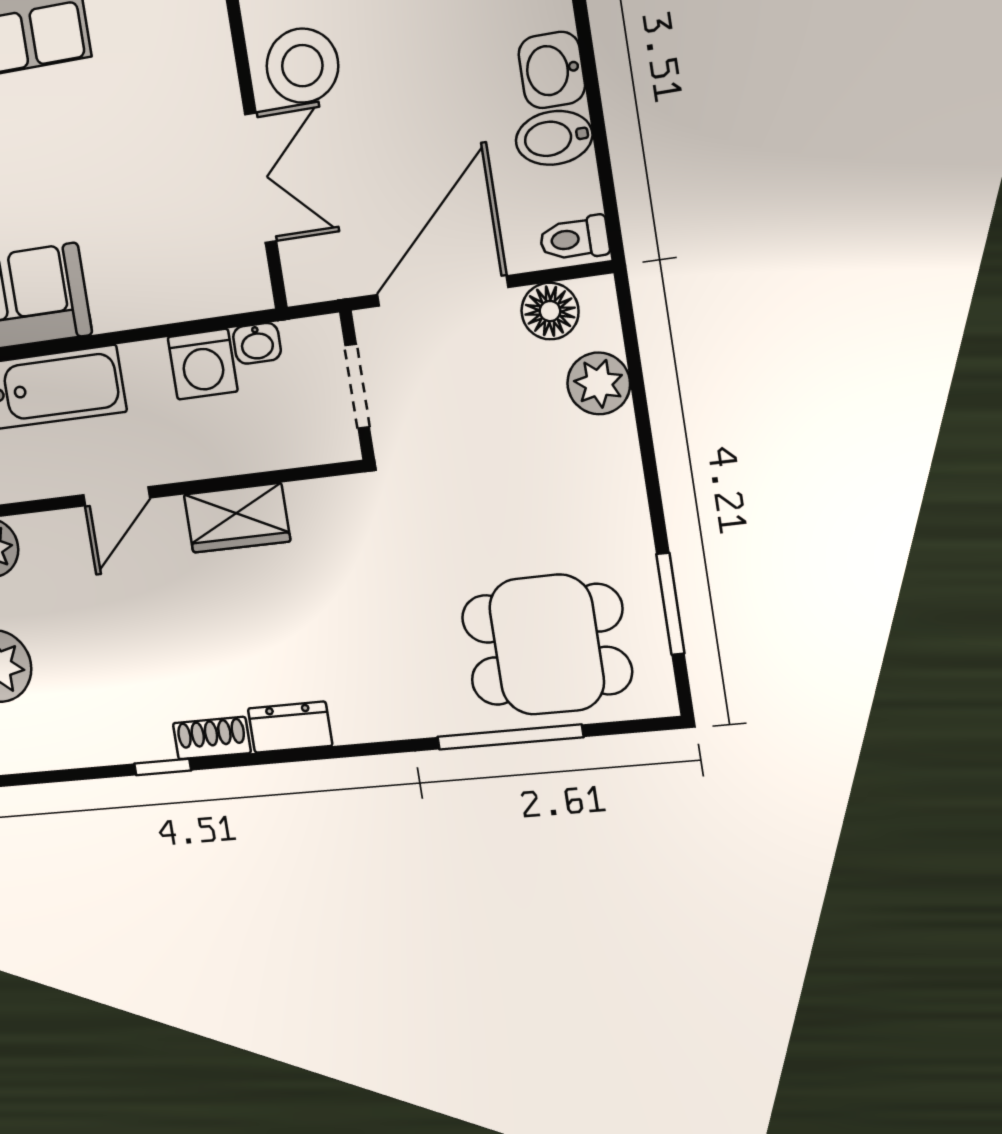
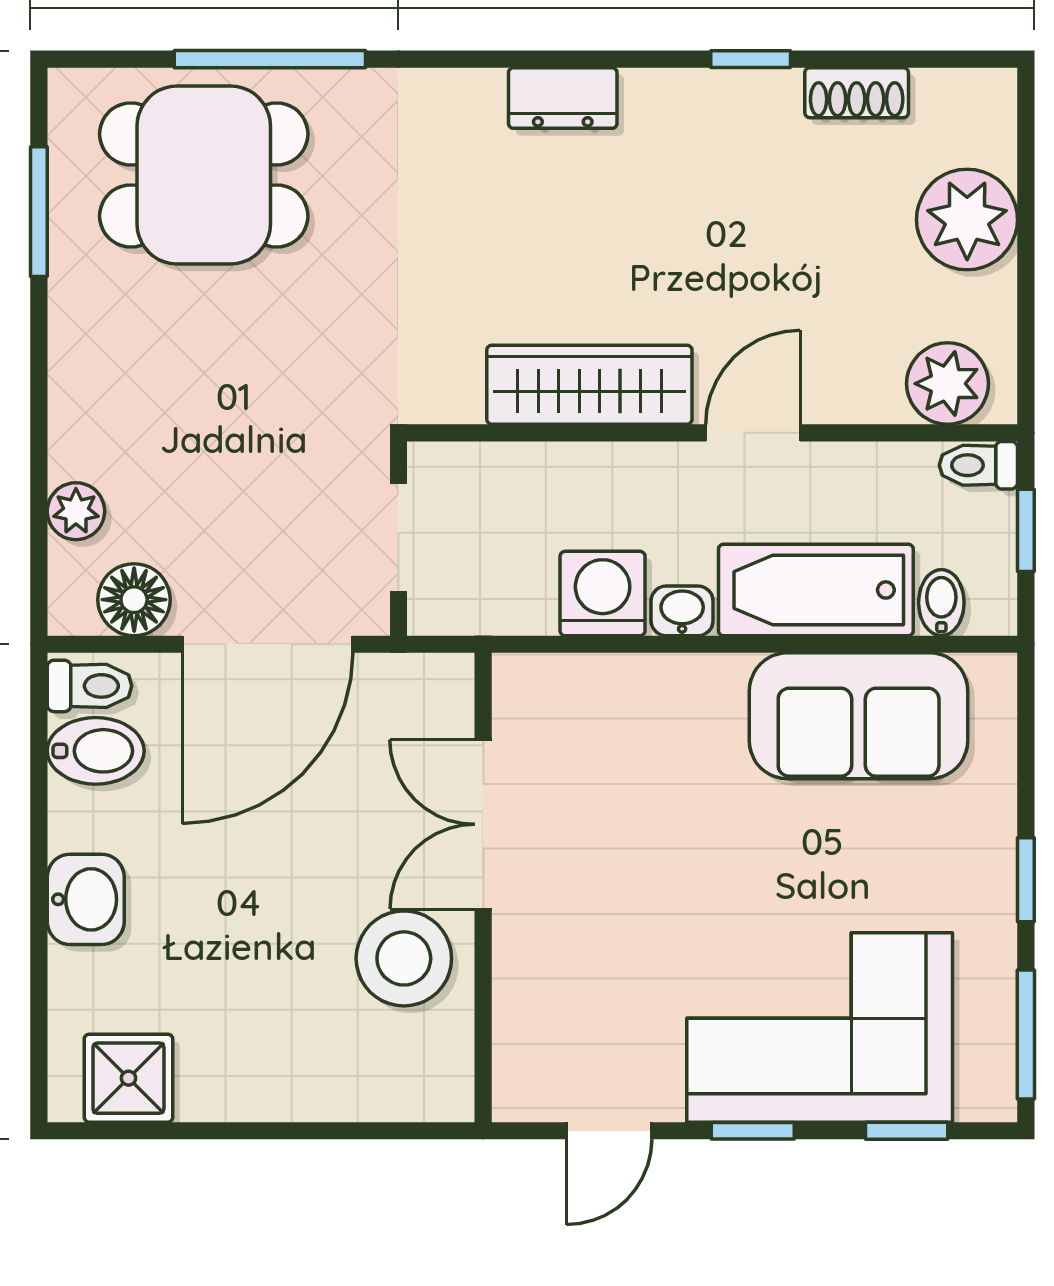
bidet: (554, 138) -> (96, 751), moved
washbasin: (257, 343) -> (682, 611), moved
plant: (599, 383) -> (76, 511), width x0.73, depth x0.73
wardrobe: (237, 518) -> (589, 385), width x1.50
shoe rack: (212, 738) -> (857, 93), moved

